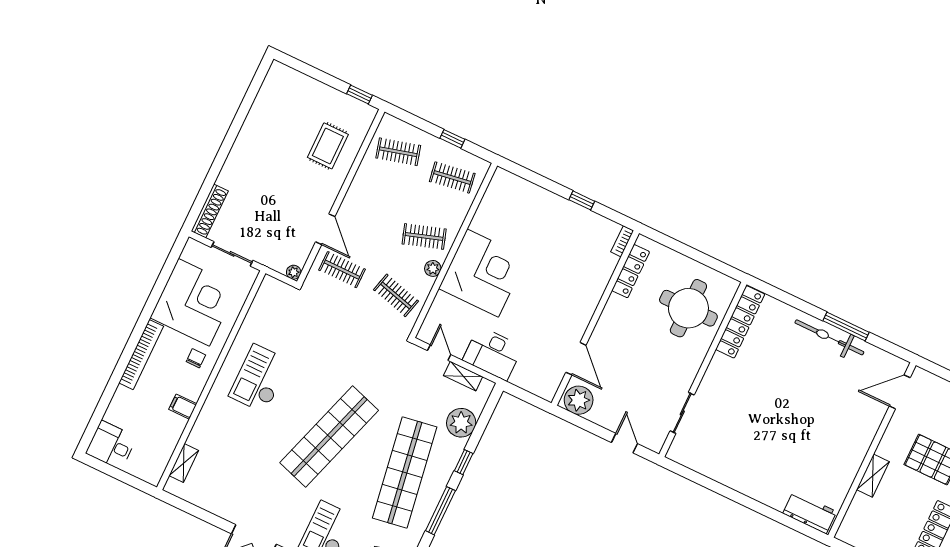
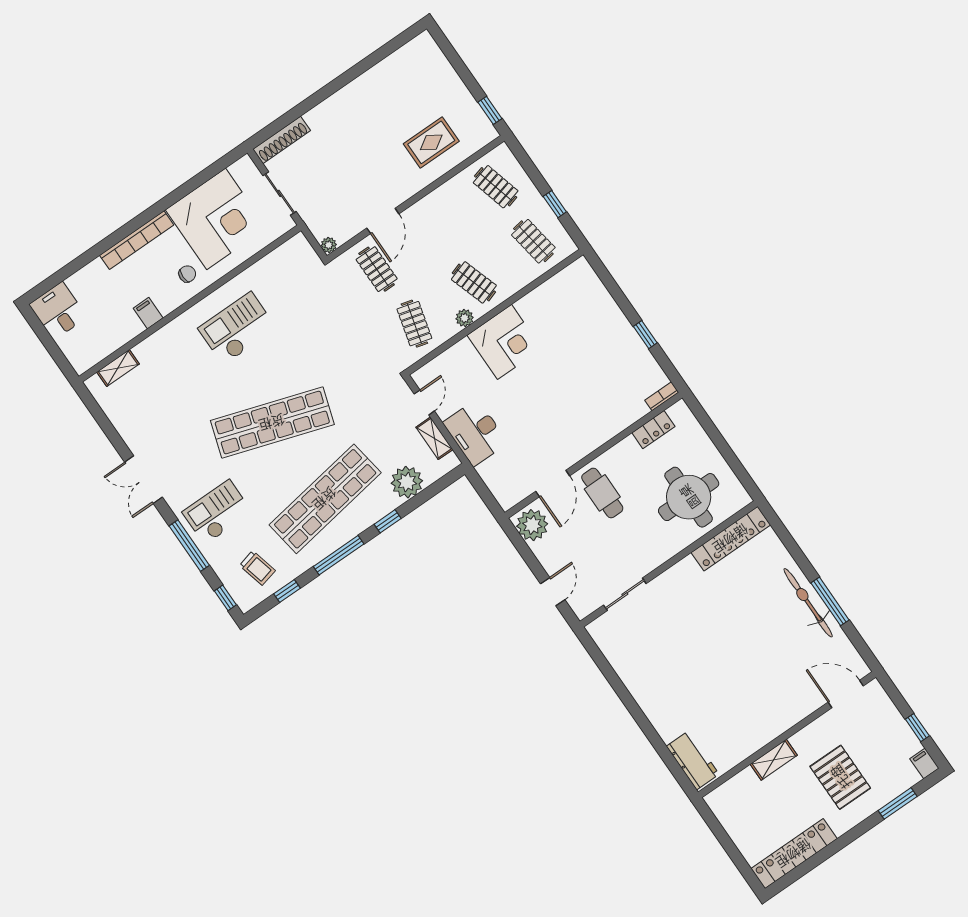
locker: (631, 271) -> (653, 430), width x0.66
corner desk: (483, 273) -> (504, 342), width x0.74, depth x0.74
cafe table: (619, 344) -> (602, 493), added

